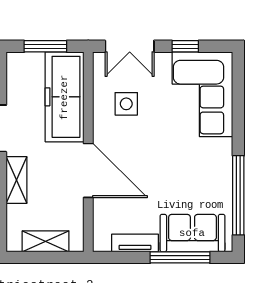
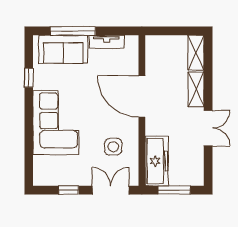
corner sofa: (202, 94) -> (56, 123), moved
freezer: (64, 97) -> (157, 161), width x0.73, depth x0.79
window: (238, 195) -> (29, 78), width x0.32
shelving: (46, 241) -> (196, 53), moved, turned 90

